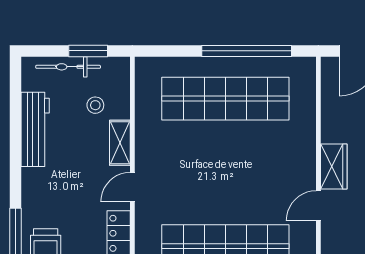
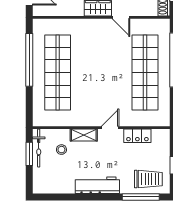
bicycle: (68, 67) -> (39, 148), moved
workbench: (35, 129) -> (97, 185), moved
door: (132, 187) -> (110, 128), swing flipped

